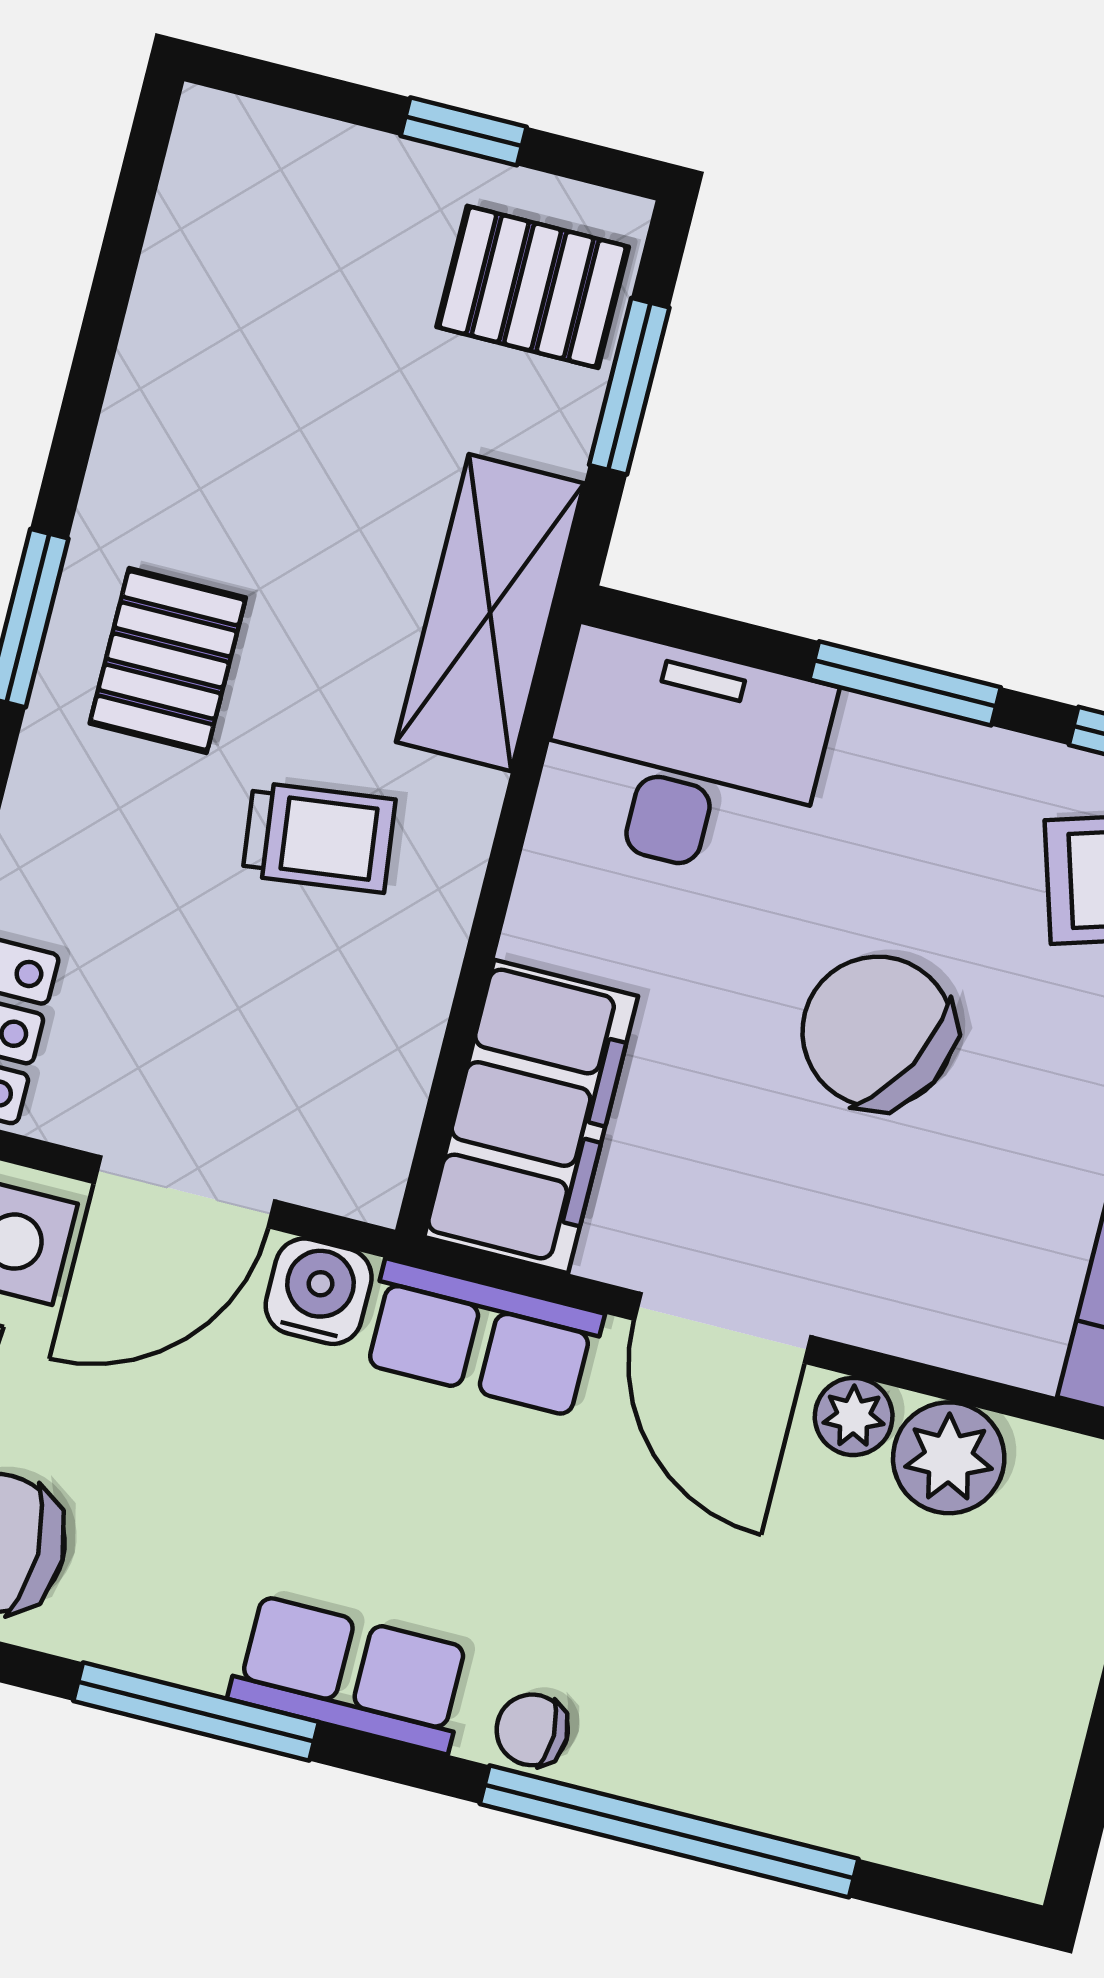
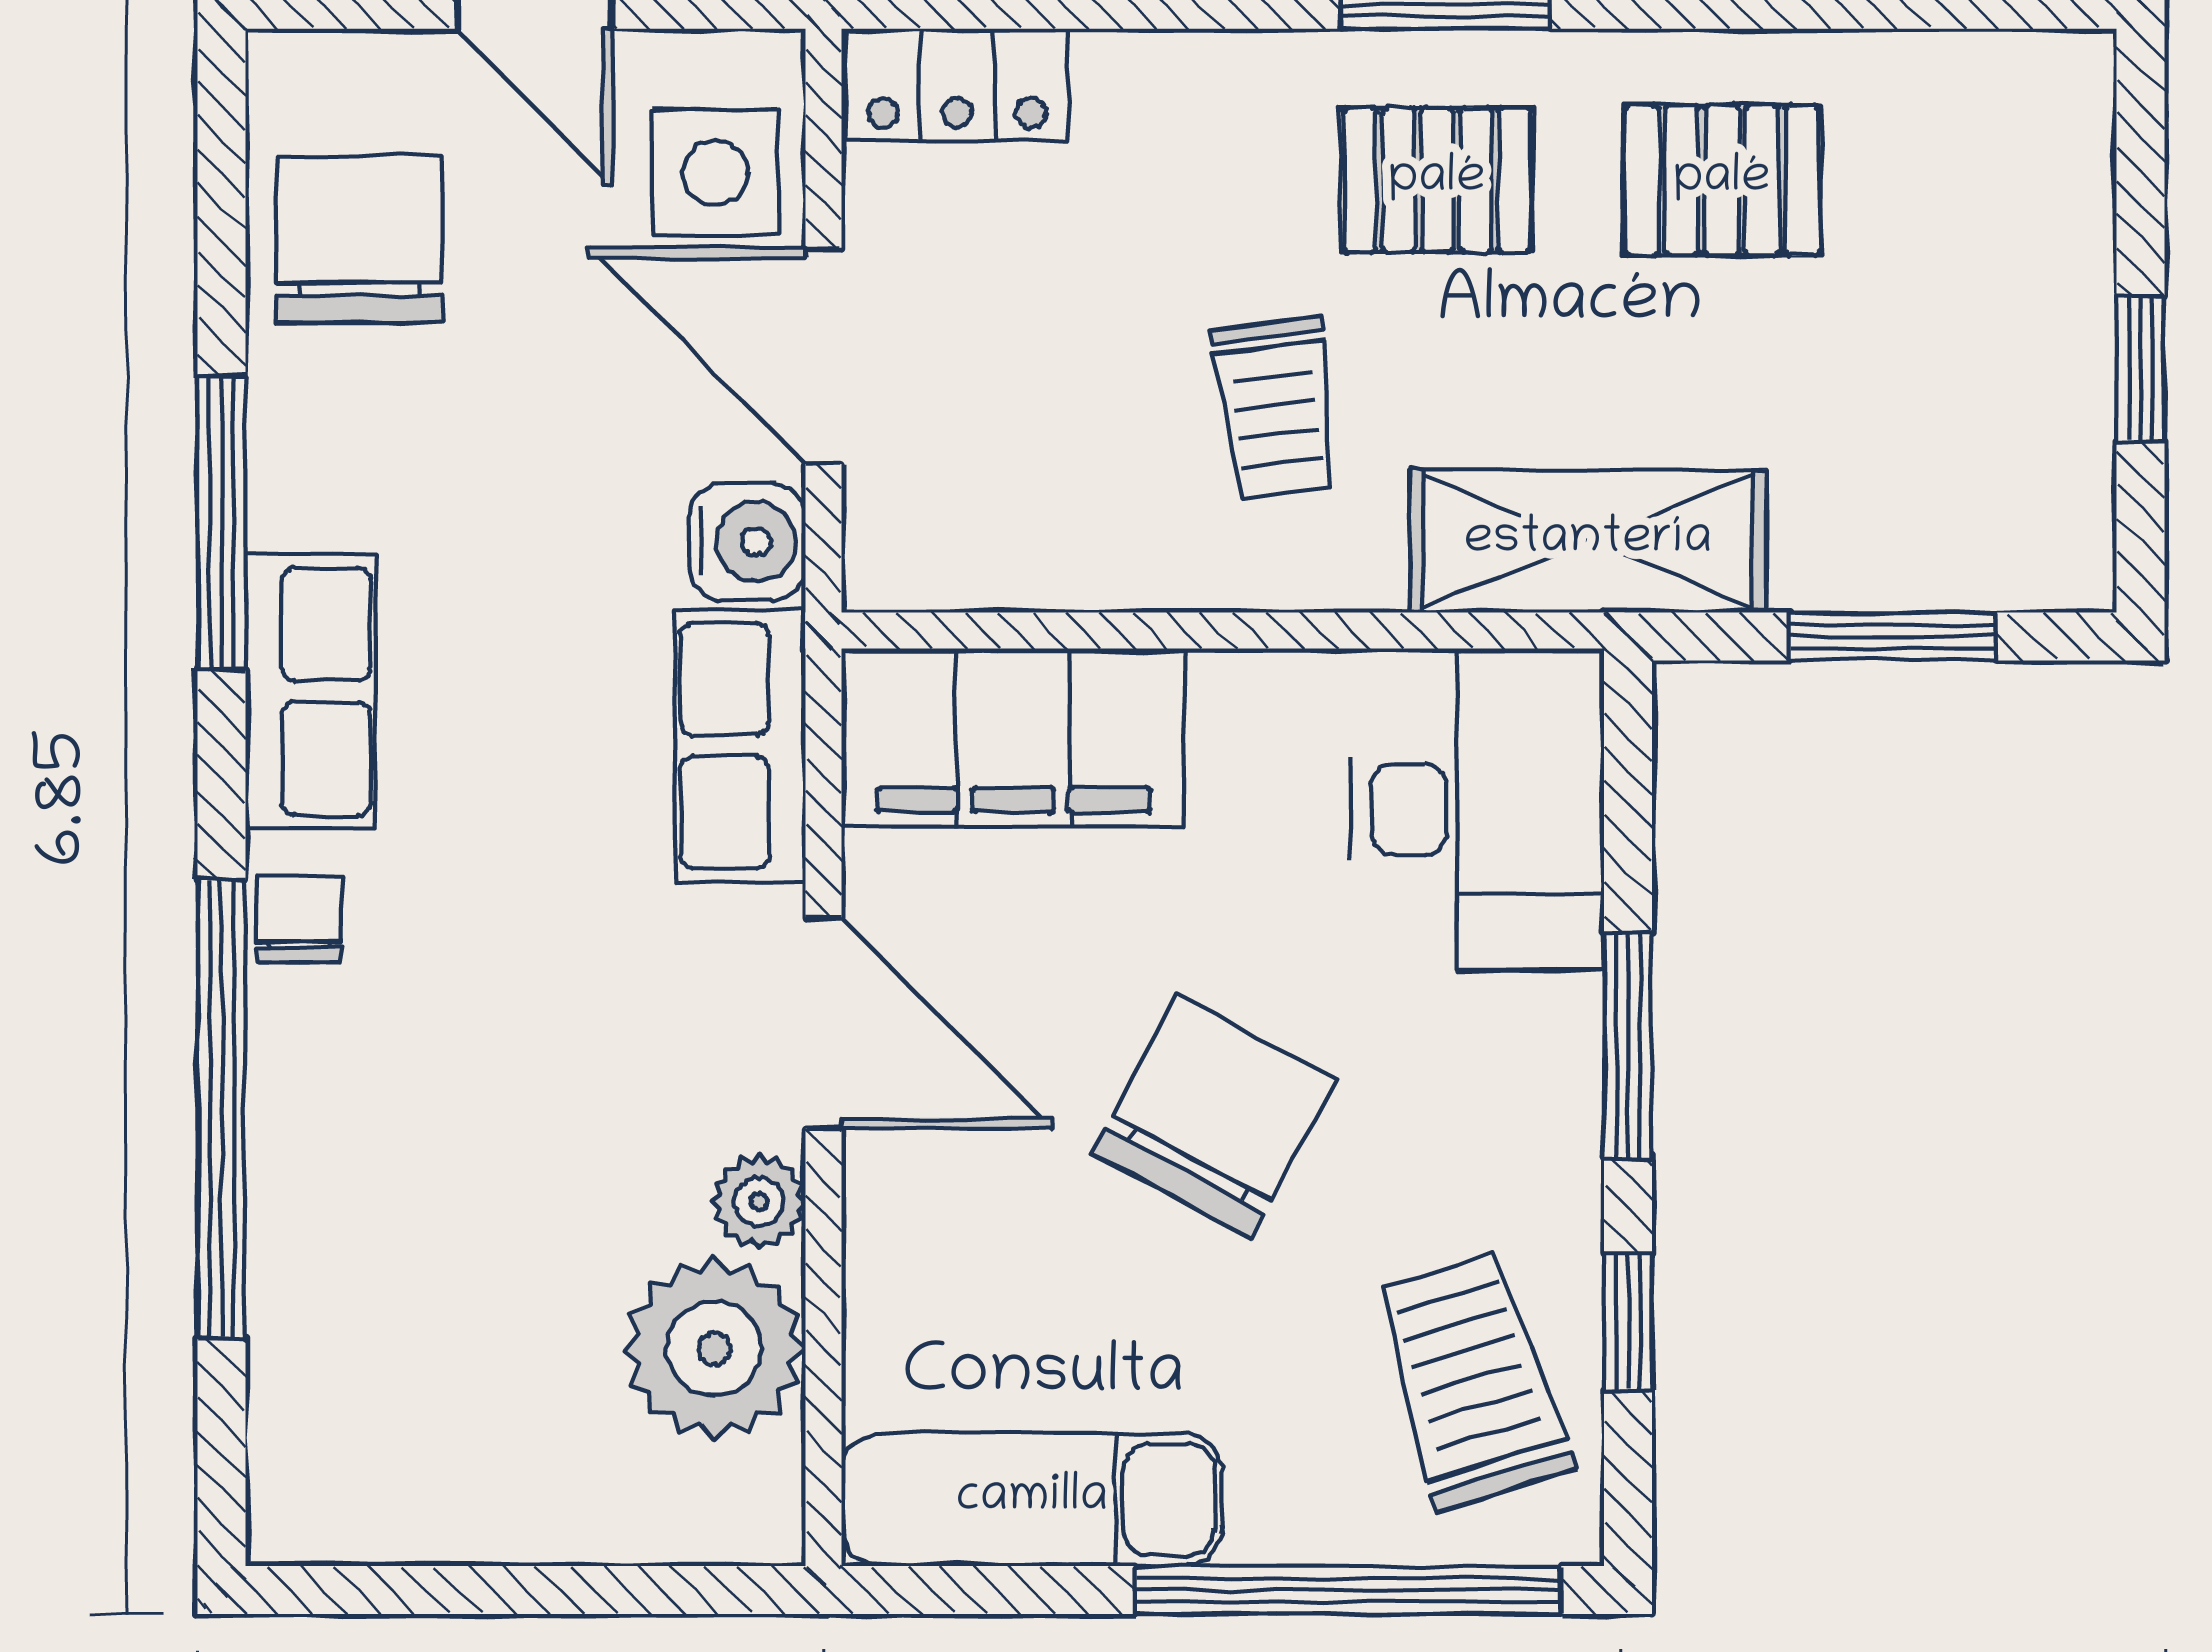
pallet: (533, 287) -> (1722, 180), moved, turned 90
door: (723, 1328) -> (823, 1023), swing flipped
plant: (949, 1458) -> (714, 1349), width x1.36, depth x1.36

